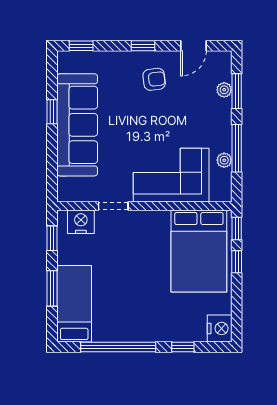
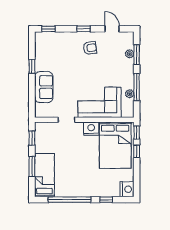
door: (193, 46) -> (112, 29), swing flipped
sofa: (77, 125) -> (44, 87), width x0.54, depth x0.79
nightstand: (81, 222) -> (91, 129), moved

